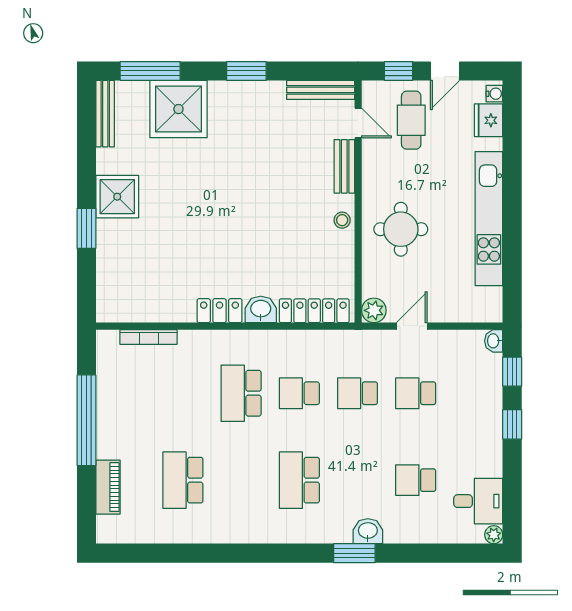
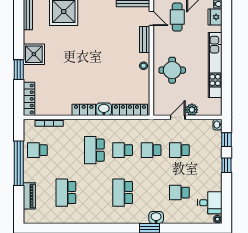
locker: (107, 288) -> (29, 99), added
plant: (374, 310) -> (192, 110), moved
school desk: (125, 393) -> (37, 150), added

